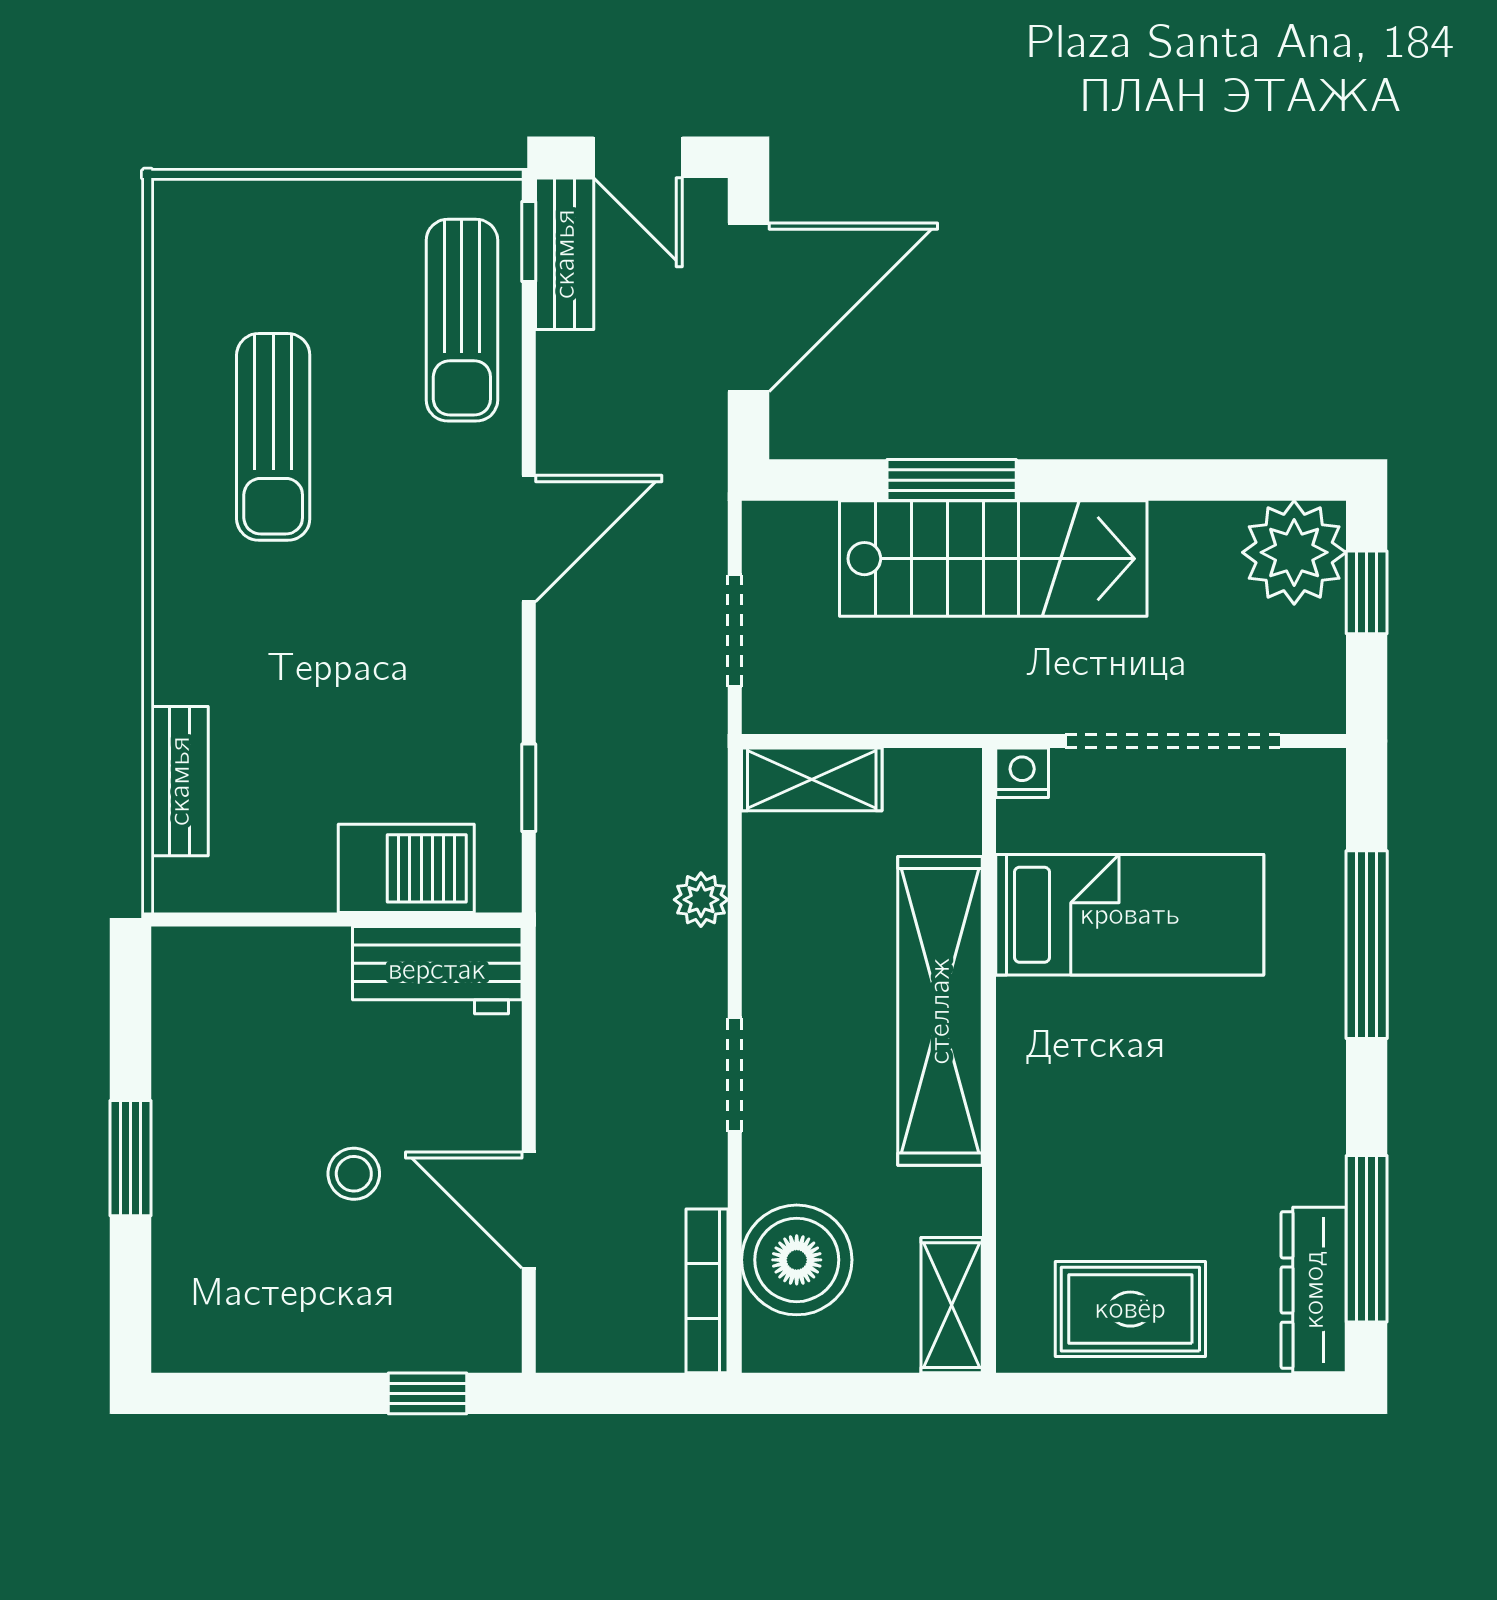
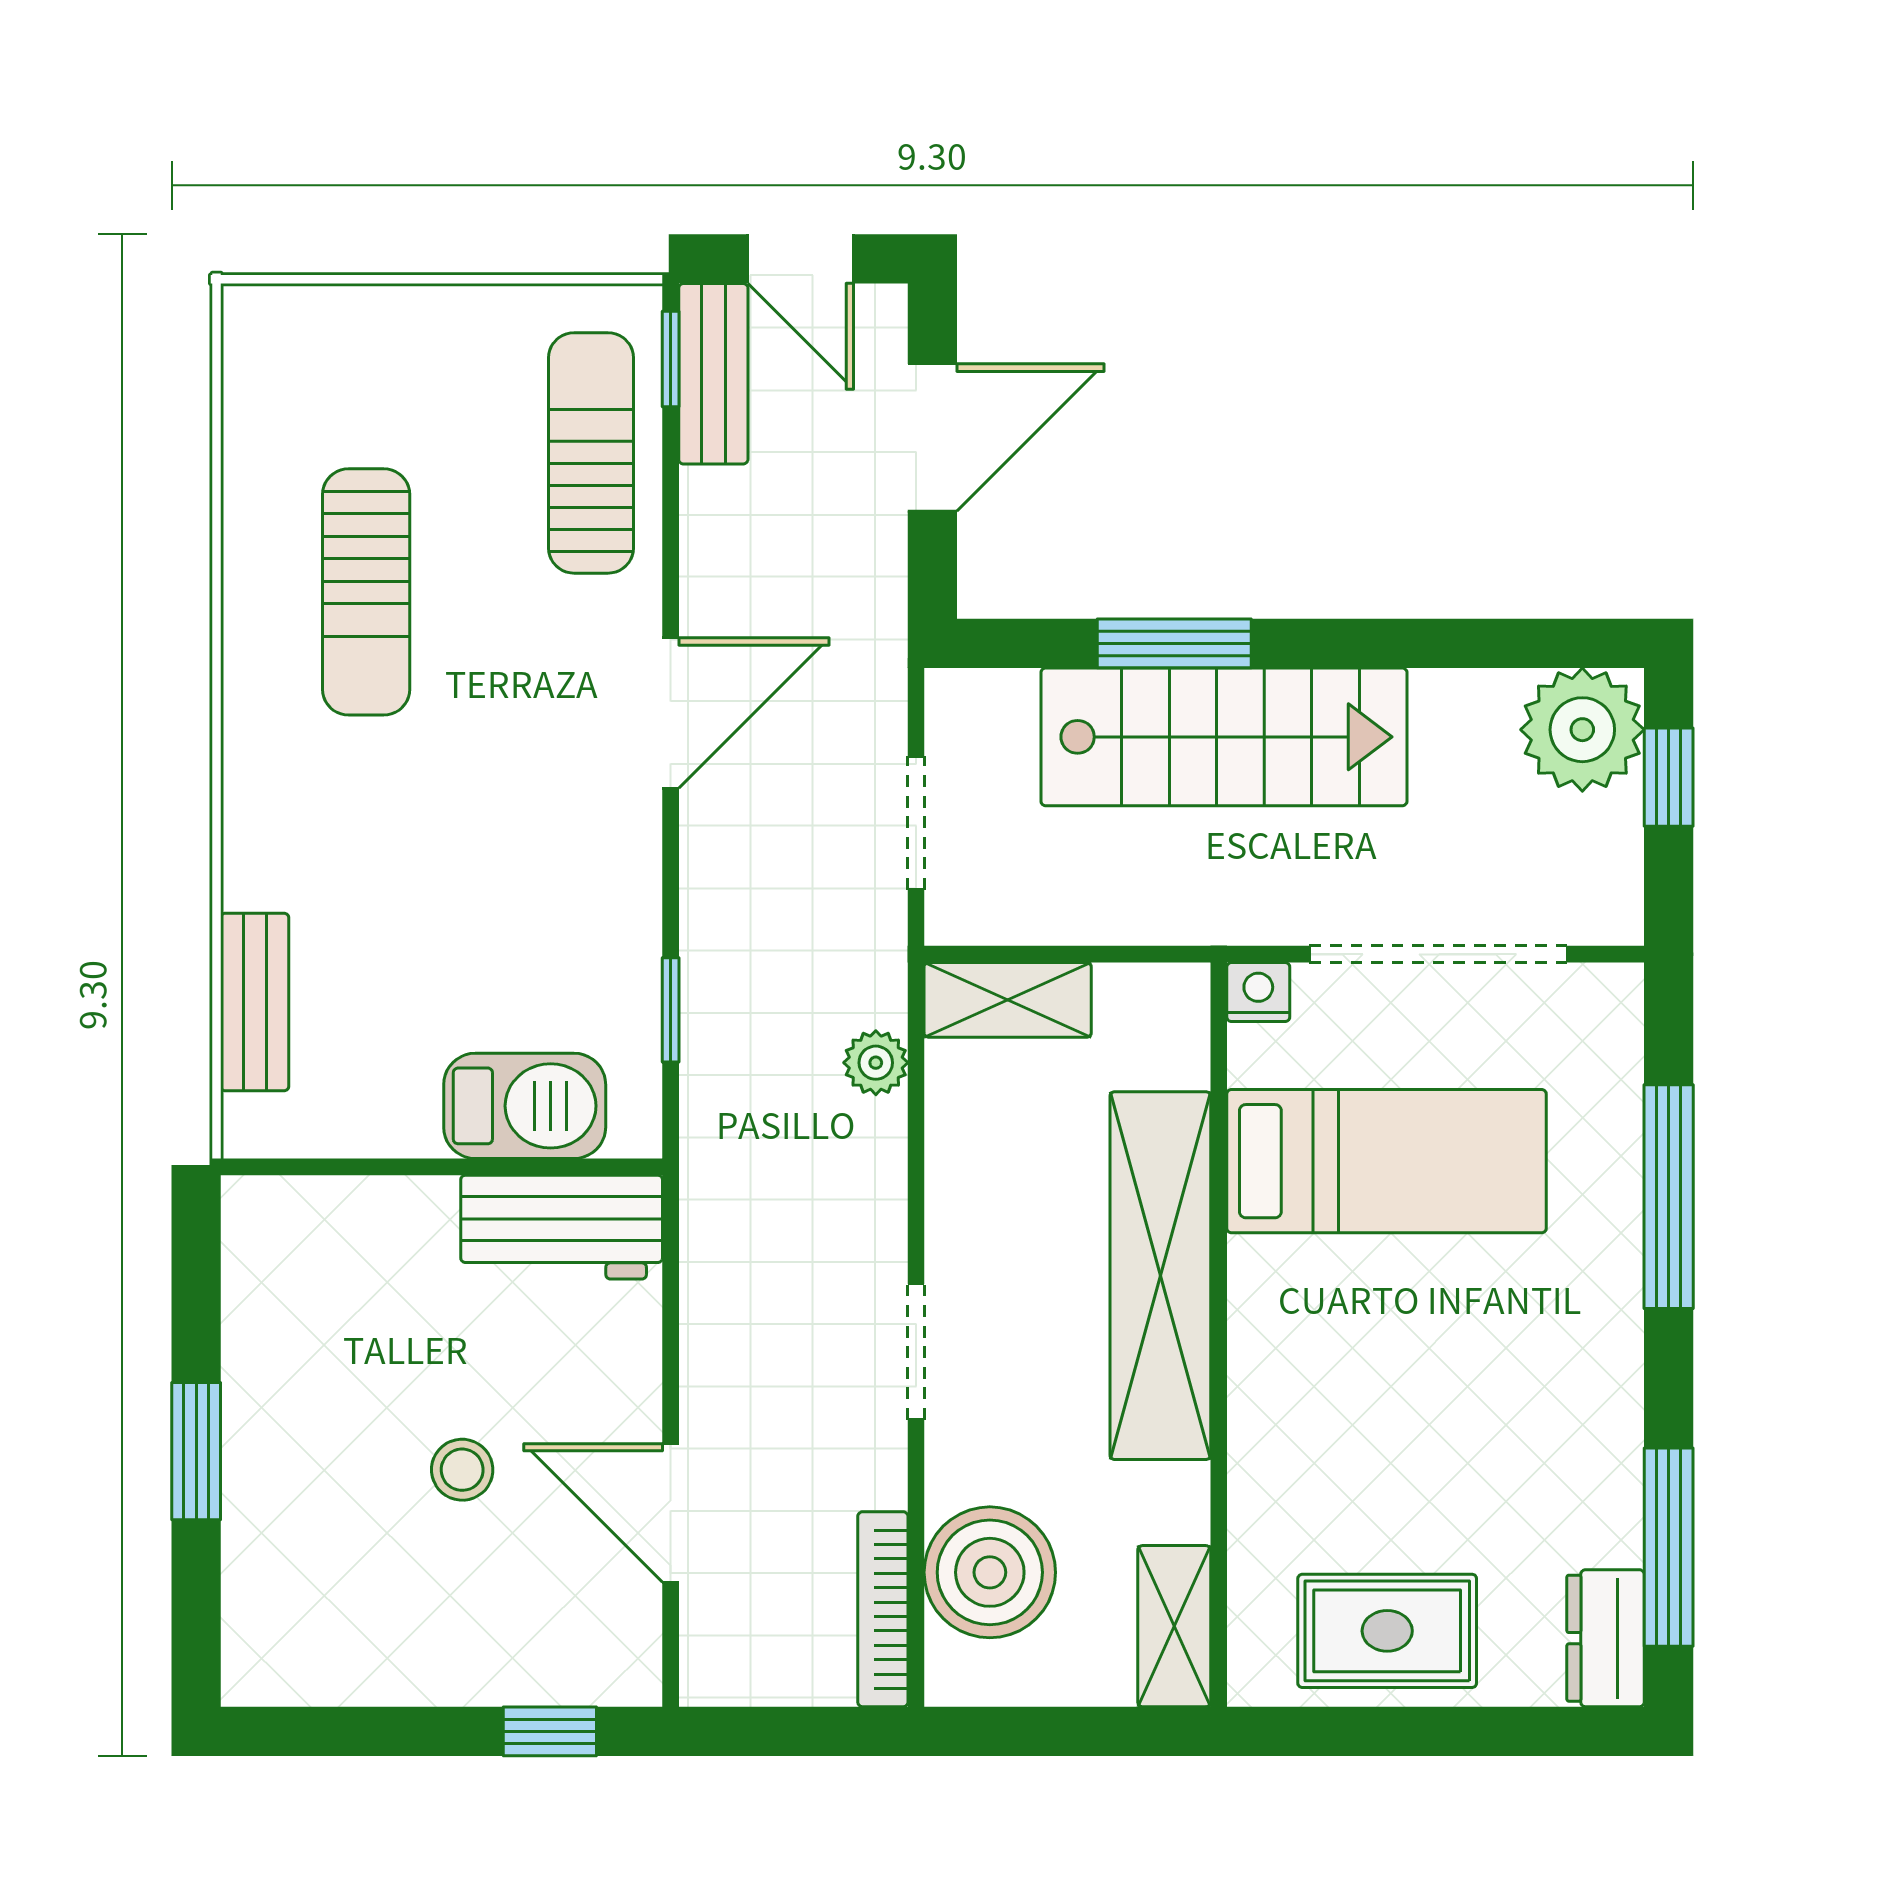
door: (749, 307) -> (932, 438), width x0.73
sun lounger: (462, 320) -> (591, 453), turned 180
plant: (701, 900) -> (876, 1063), moved
dresser: (1314, 1290) -> (1606, 1638), width x0.70

